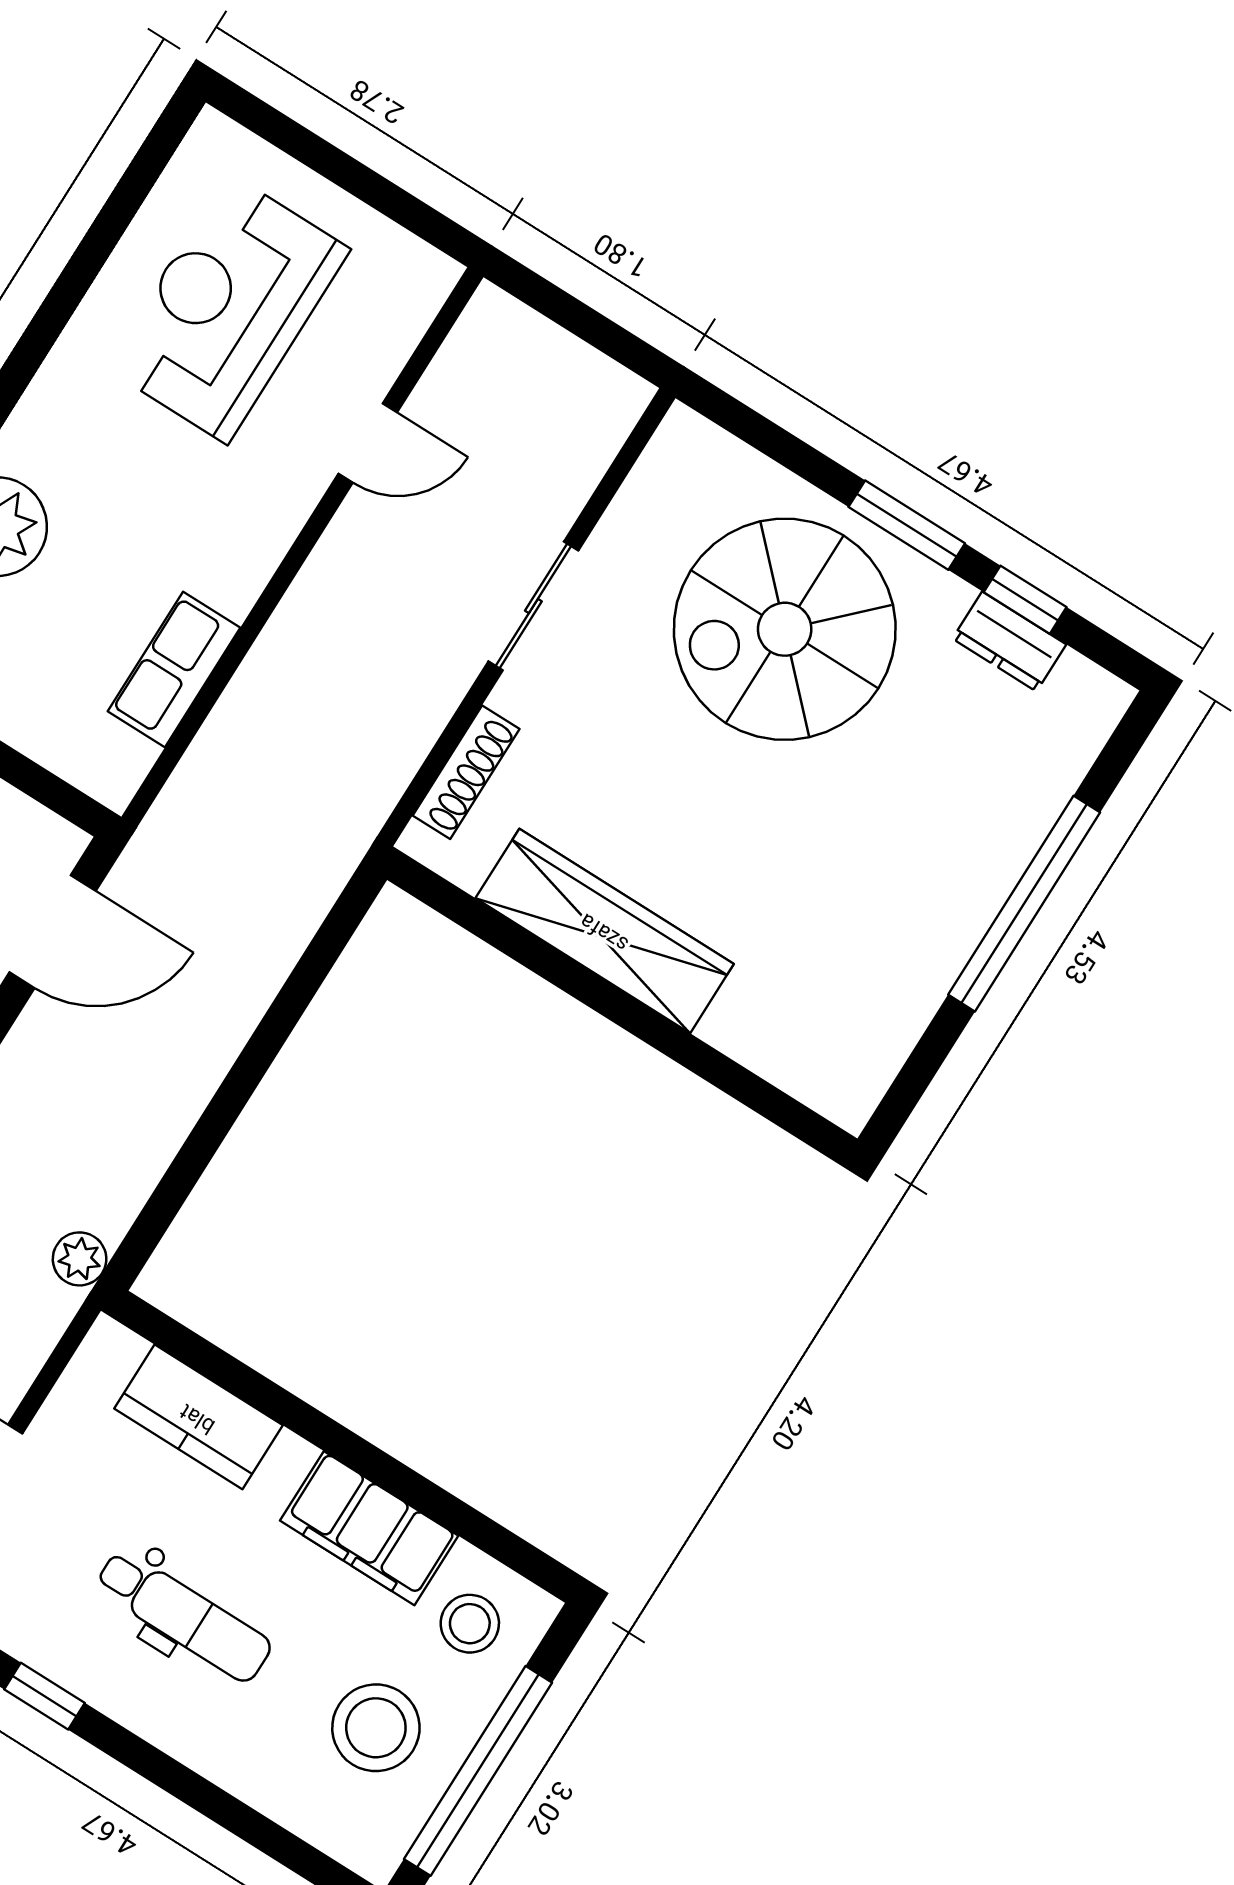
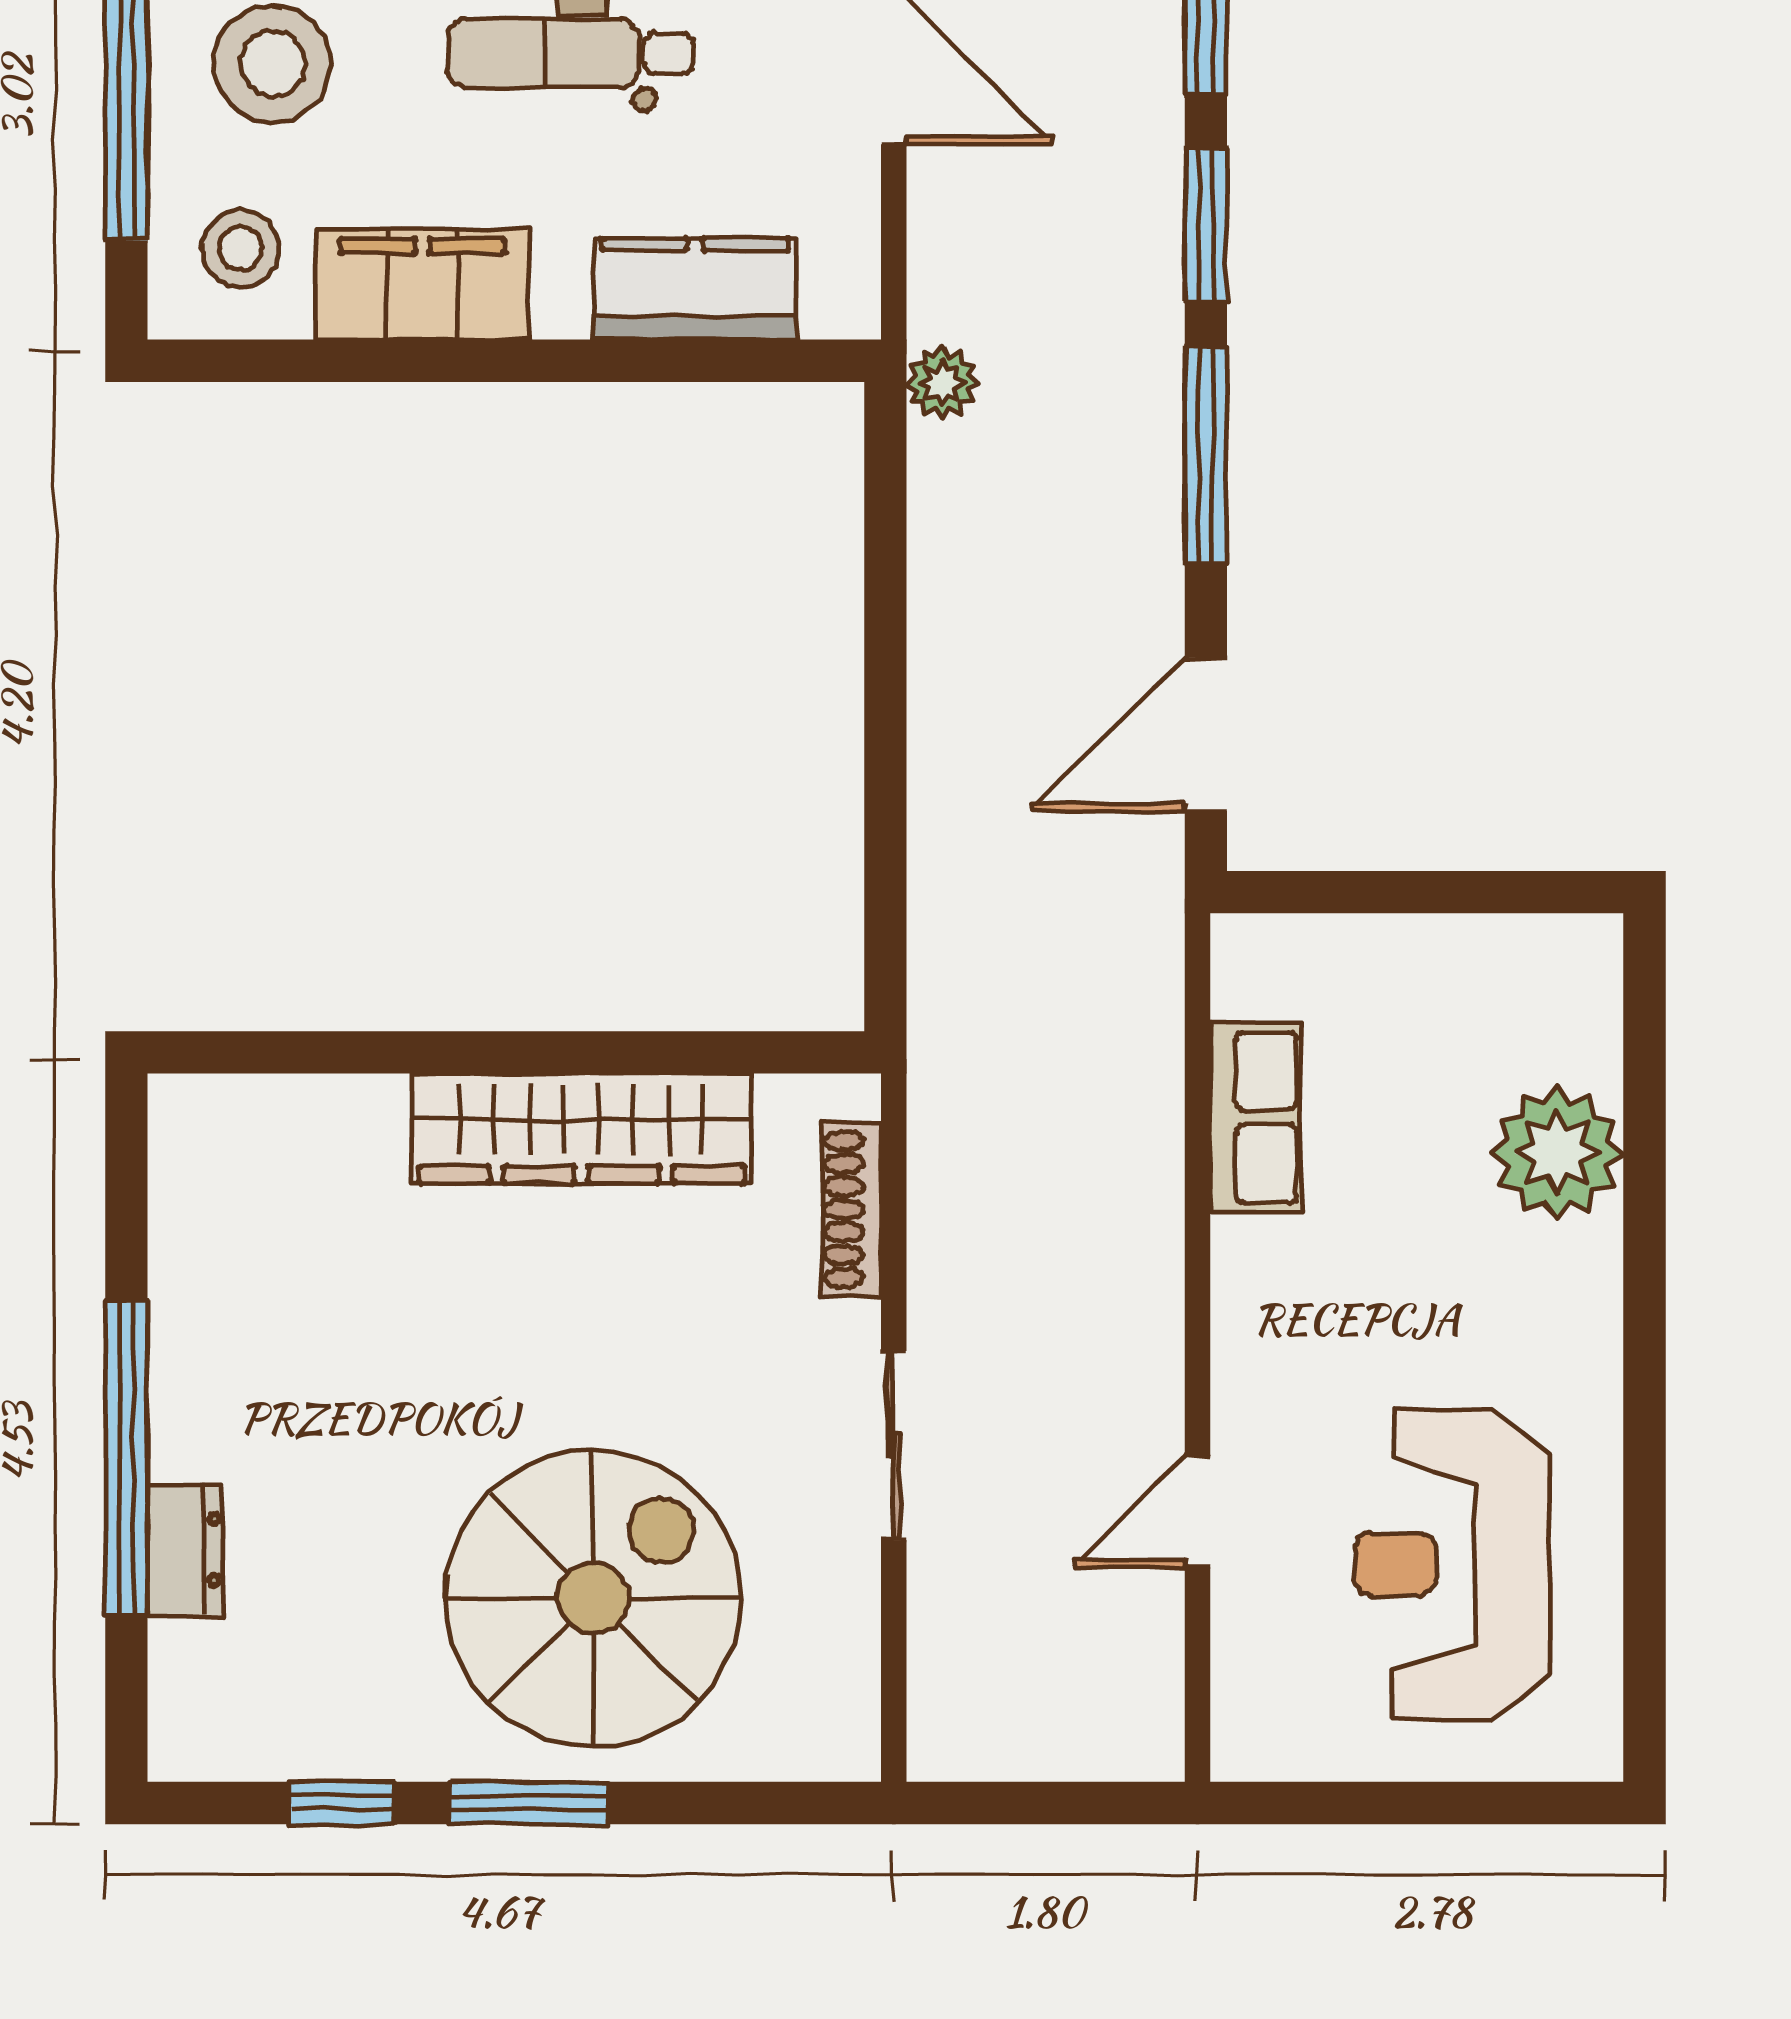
reception desk: (228, 308) -> (1452, 1564), turned 180
dresser: (1009, 642) -> (185, 1550), moved, turned 90

